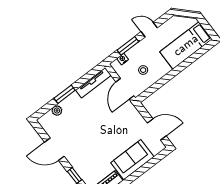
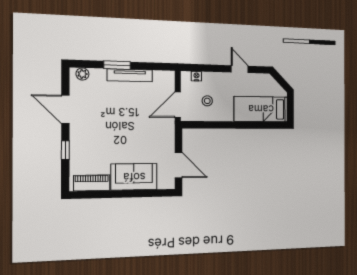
window: (128, 46) -> (210, 68), removed
tv unit: (93, 83) -> (130, 75), moved
plant: (57, 111) -> (82, 74), moved

